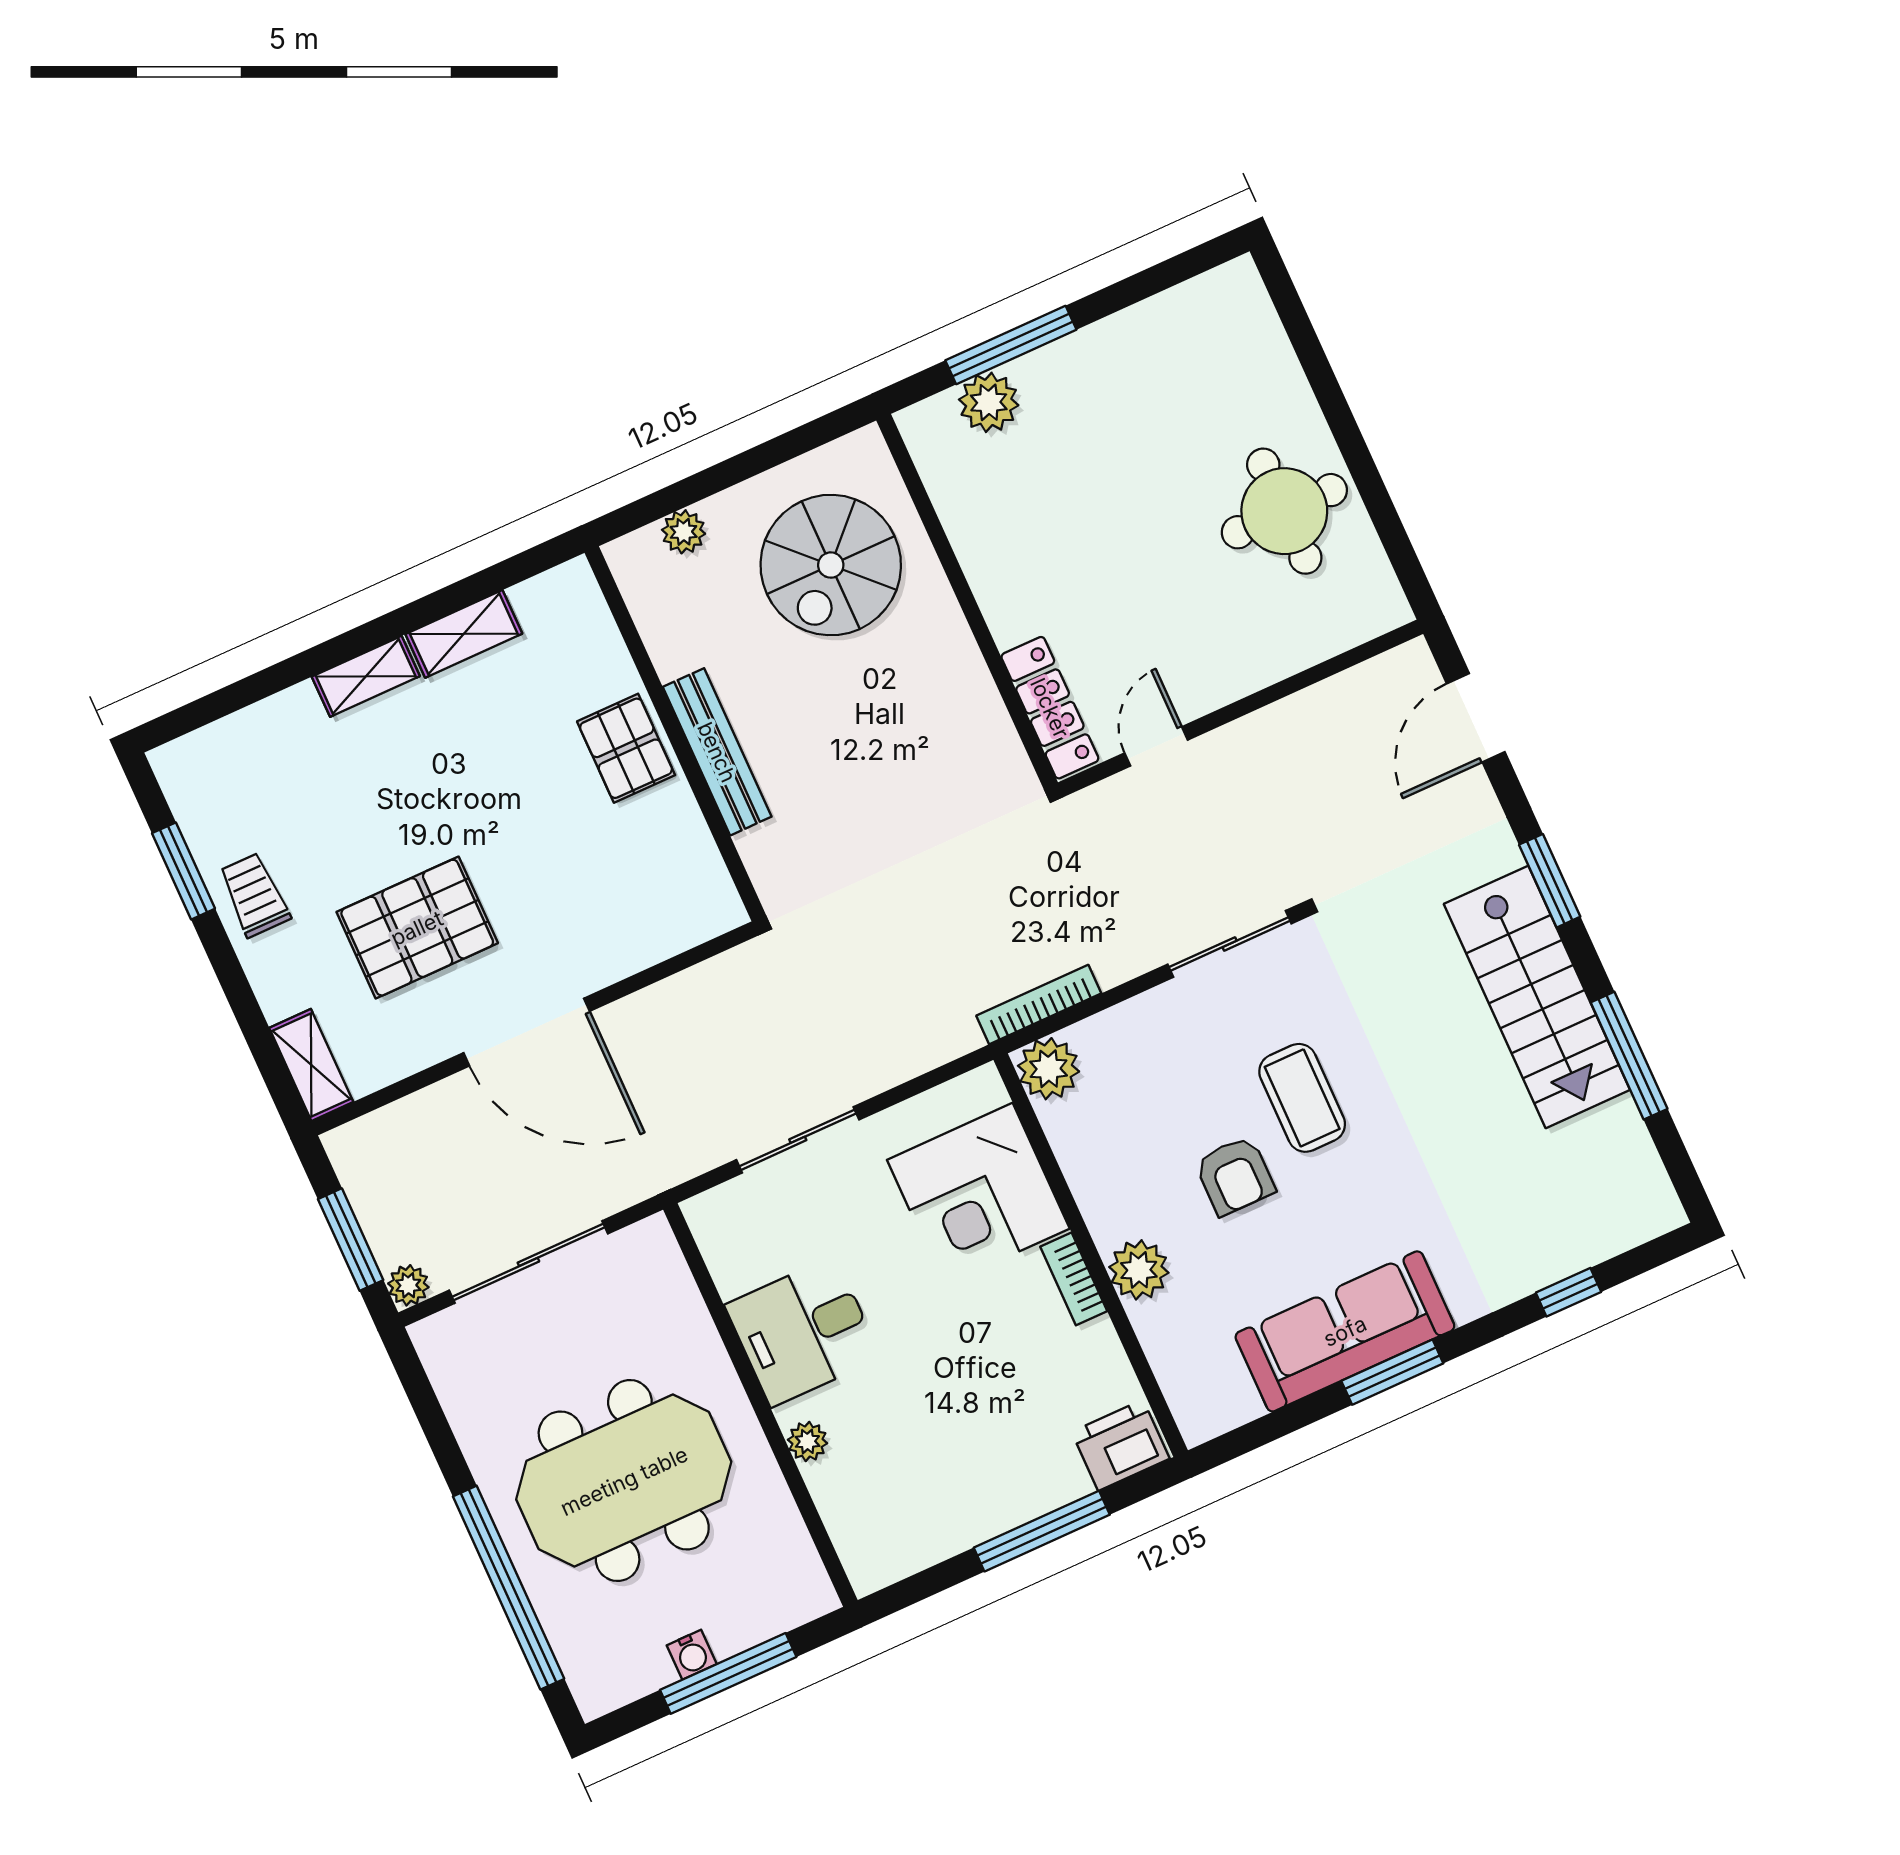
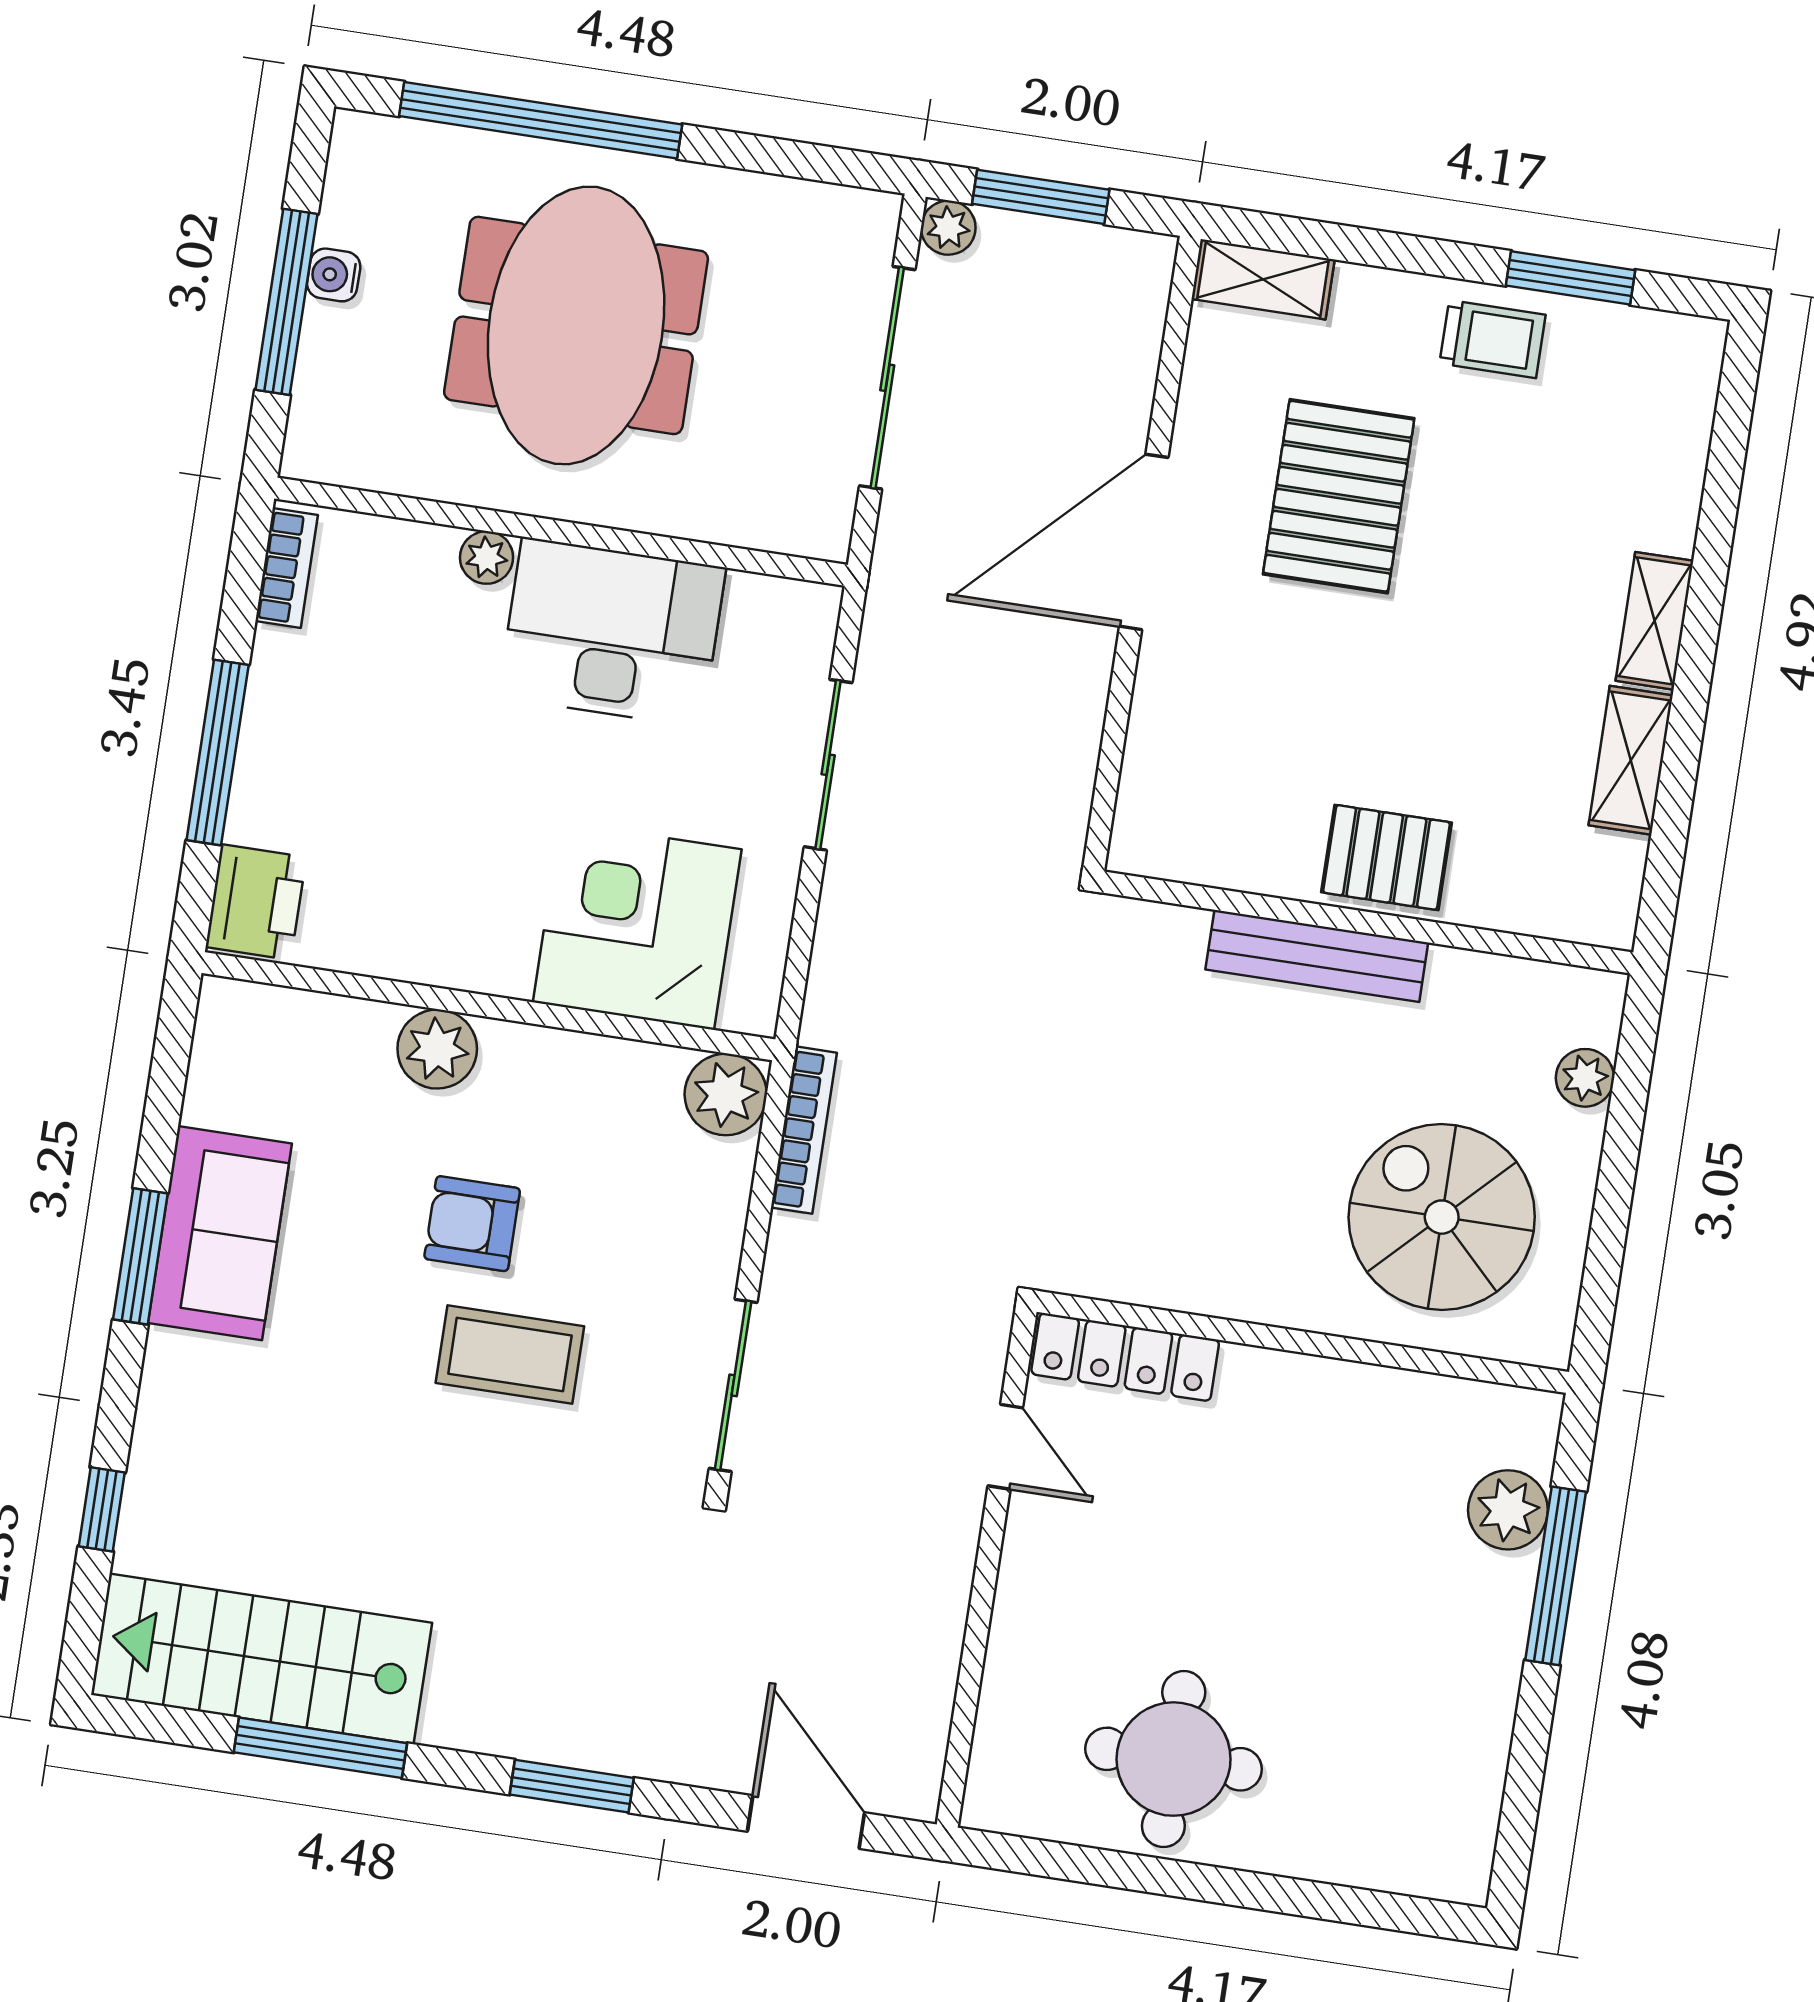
stairs: (1537, 997) -> (262, 1659), moved
bookcase: (1074, 1279) -> (287, 568), moved, turned 90
desk: (803, 1331) -> (612, 632), width x1.37
sofa: (1345, 1331) -> (220, 1233), width x0.73

